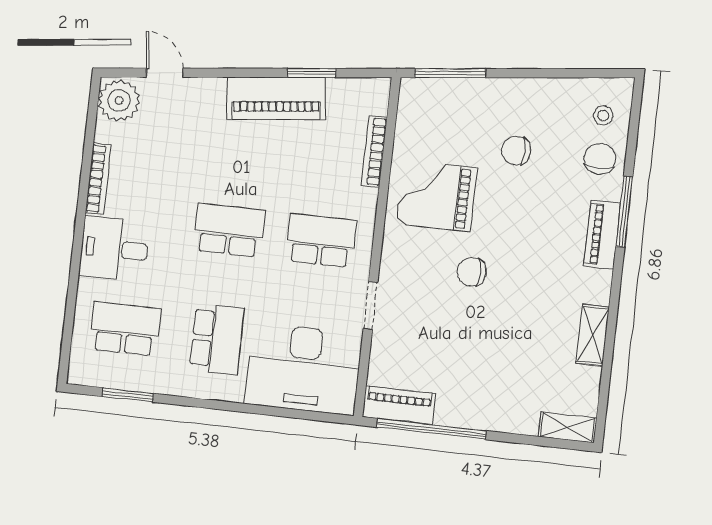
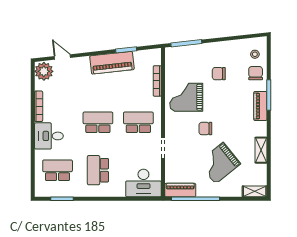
school desk: (217, 339) -> (98, 170), turned 180
grand piano: (494, 354) -> (219, 163), added
desk: (303, 369) -> (143, 183), width x0.73, depth x0.77

